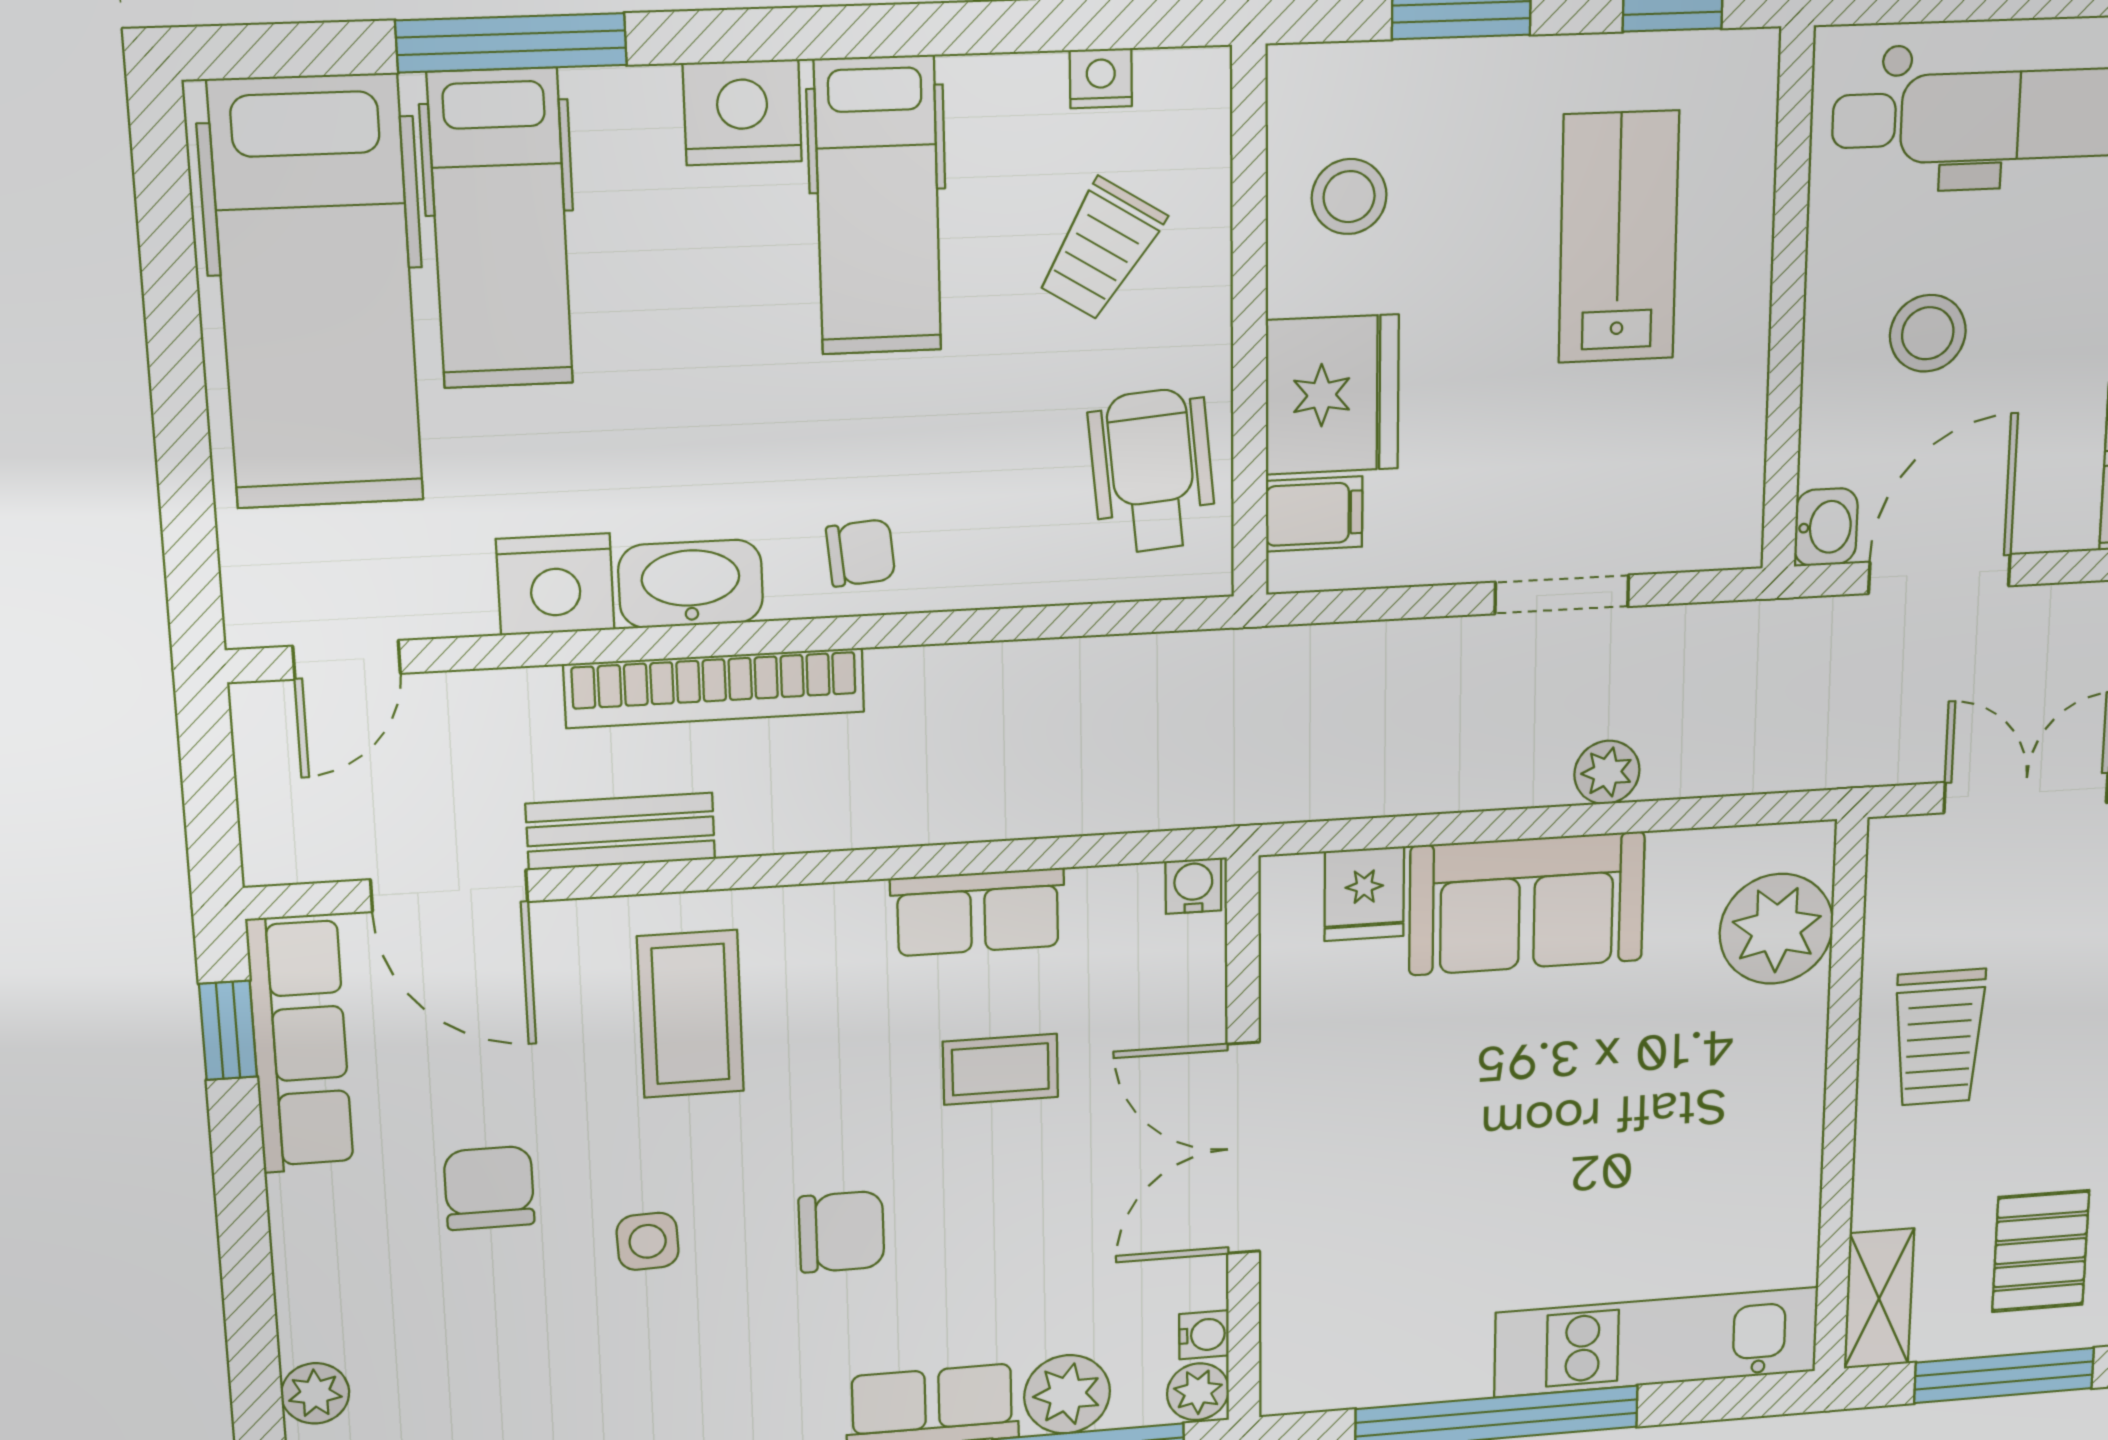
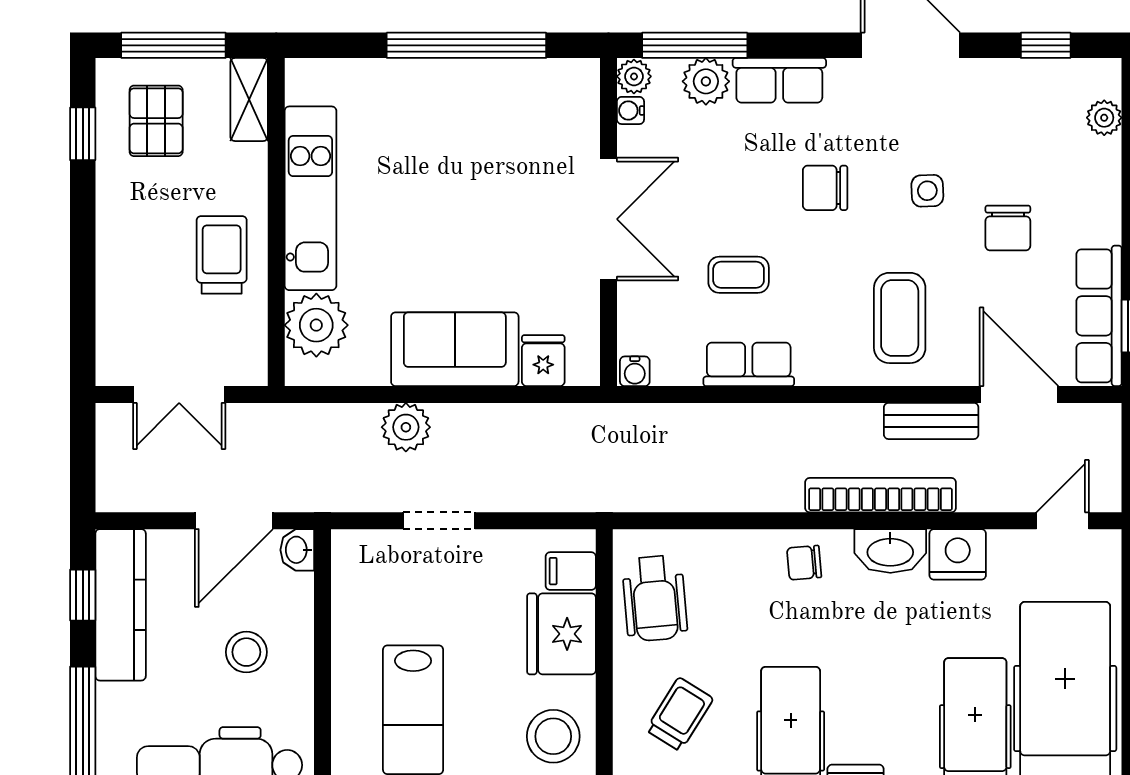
stool: (1349, 197) -> (553, 736), width x1.38, depth x1.38
plant: (1607, 772) -> (406, 427), width x1.38, depth x1.38
kitchen unit: (1657, 1342) -> (310, 198), moved, turned -90

